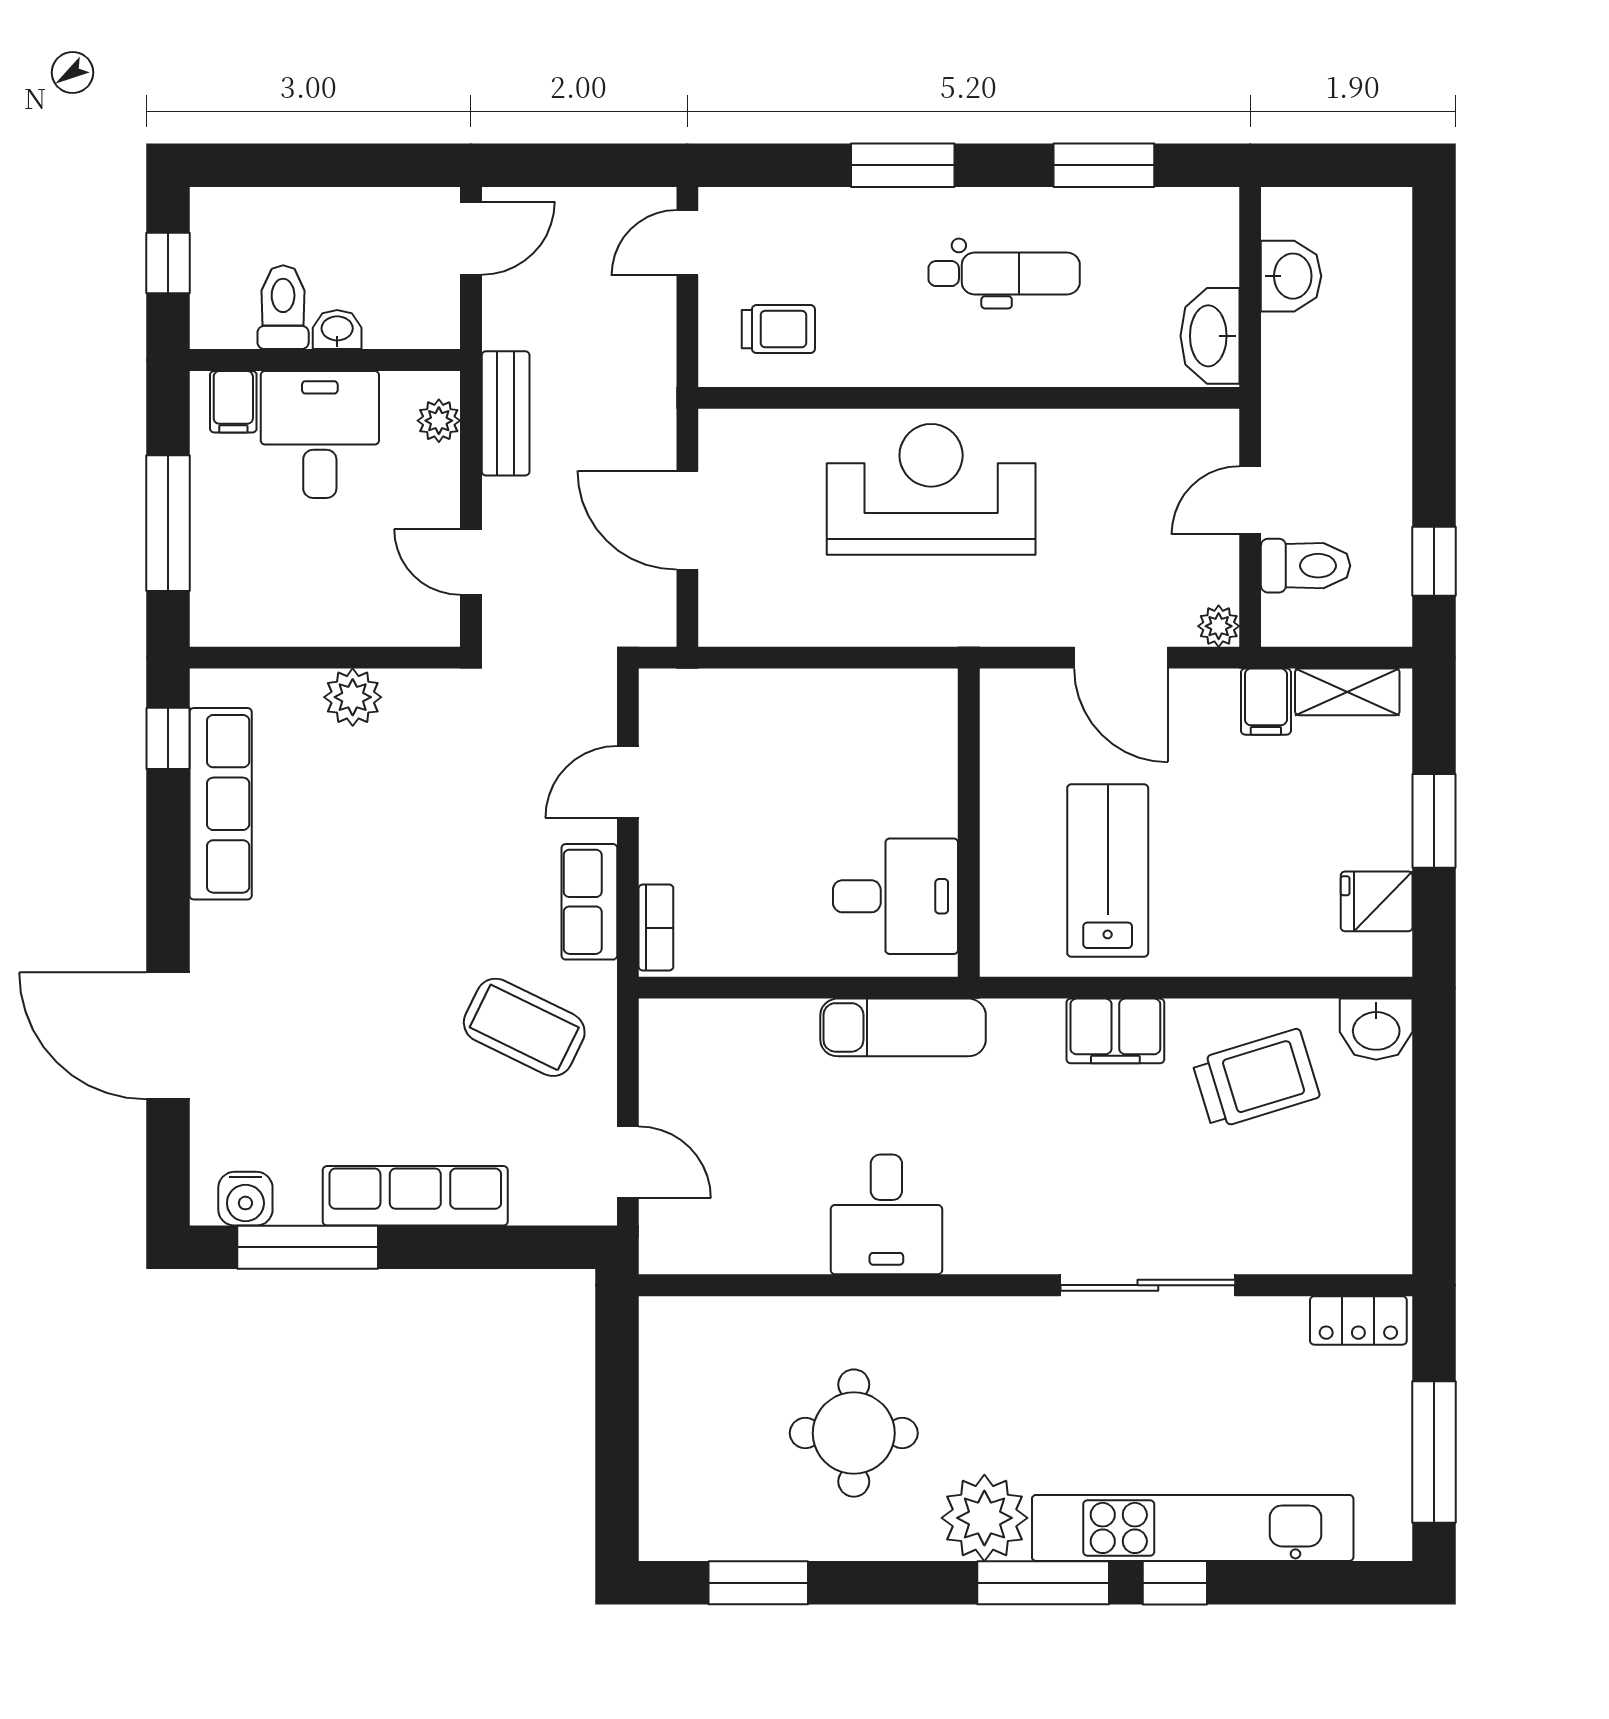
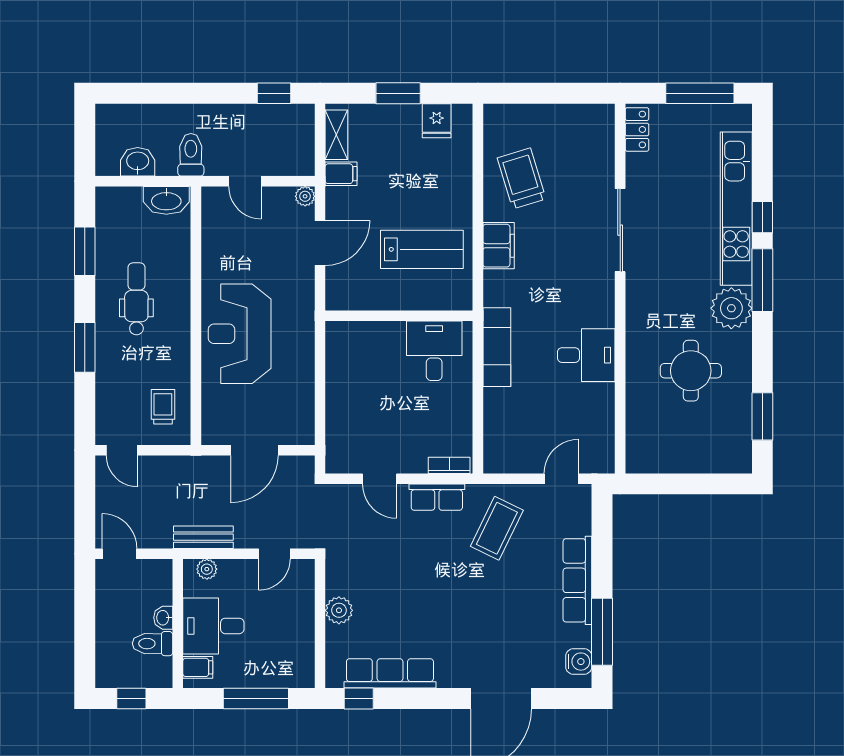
toilet: (1306, 566) -> (191, 155), moved
lab bench: (1108, 870) -> (422, 249), turned 180
washbasin: (1376, 1029) -> (498, 121), removed

